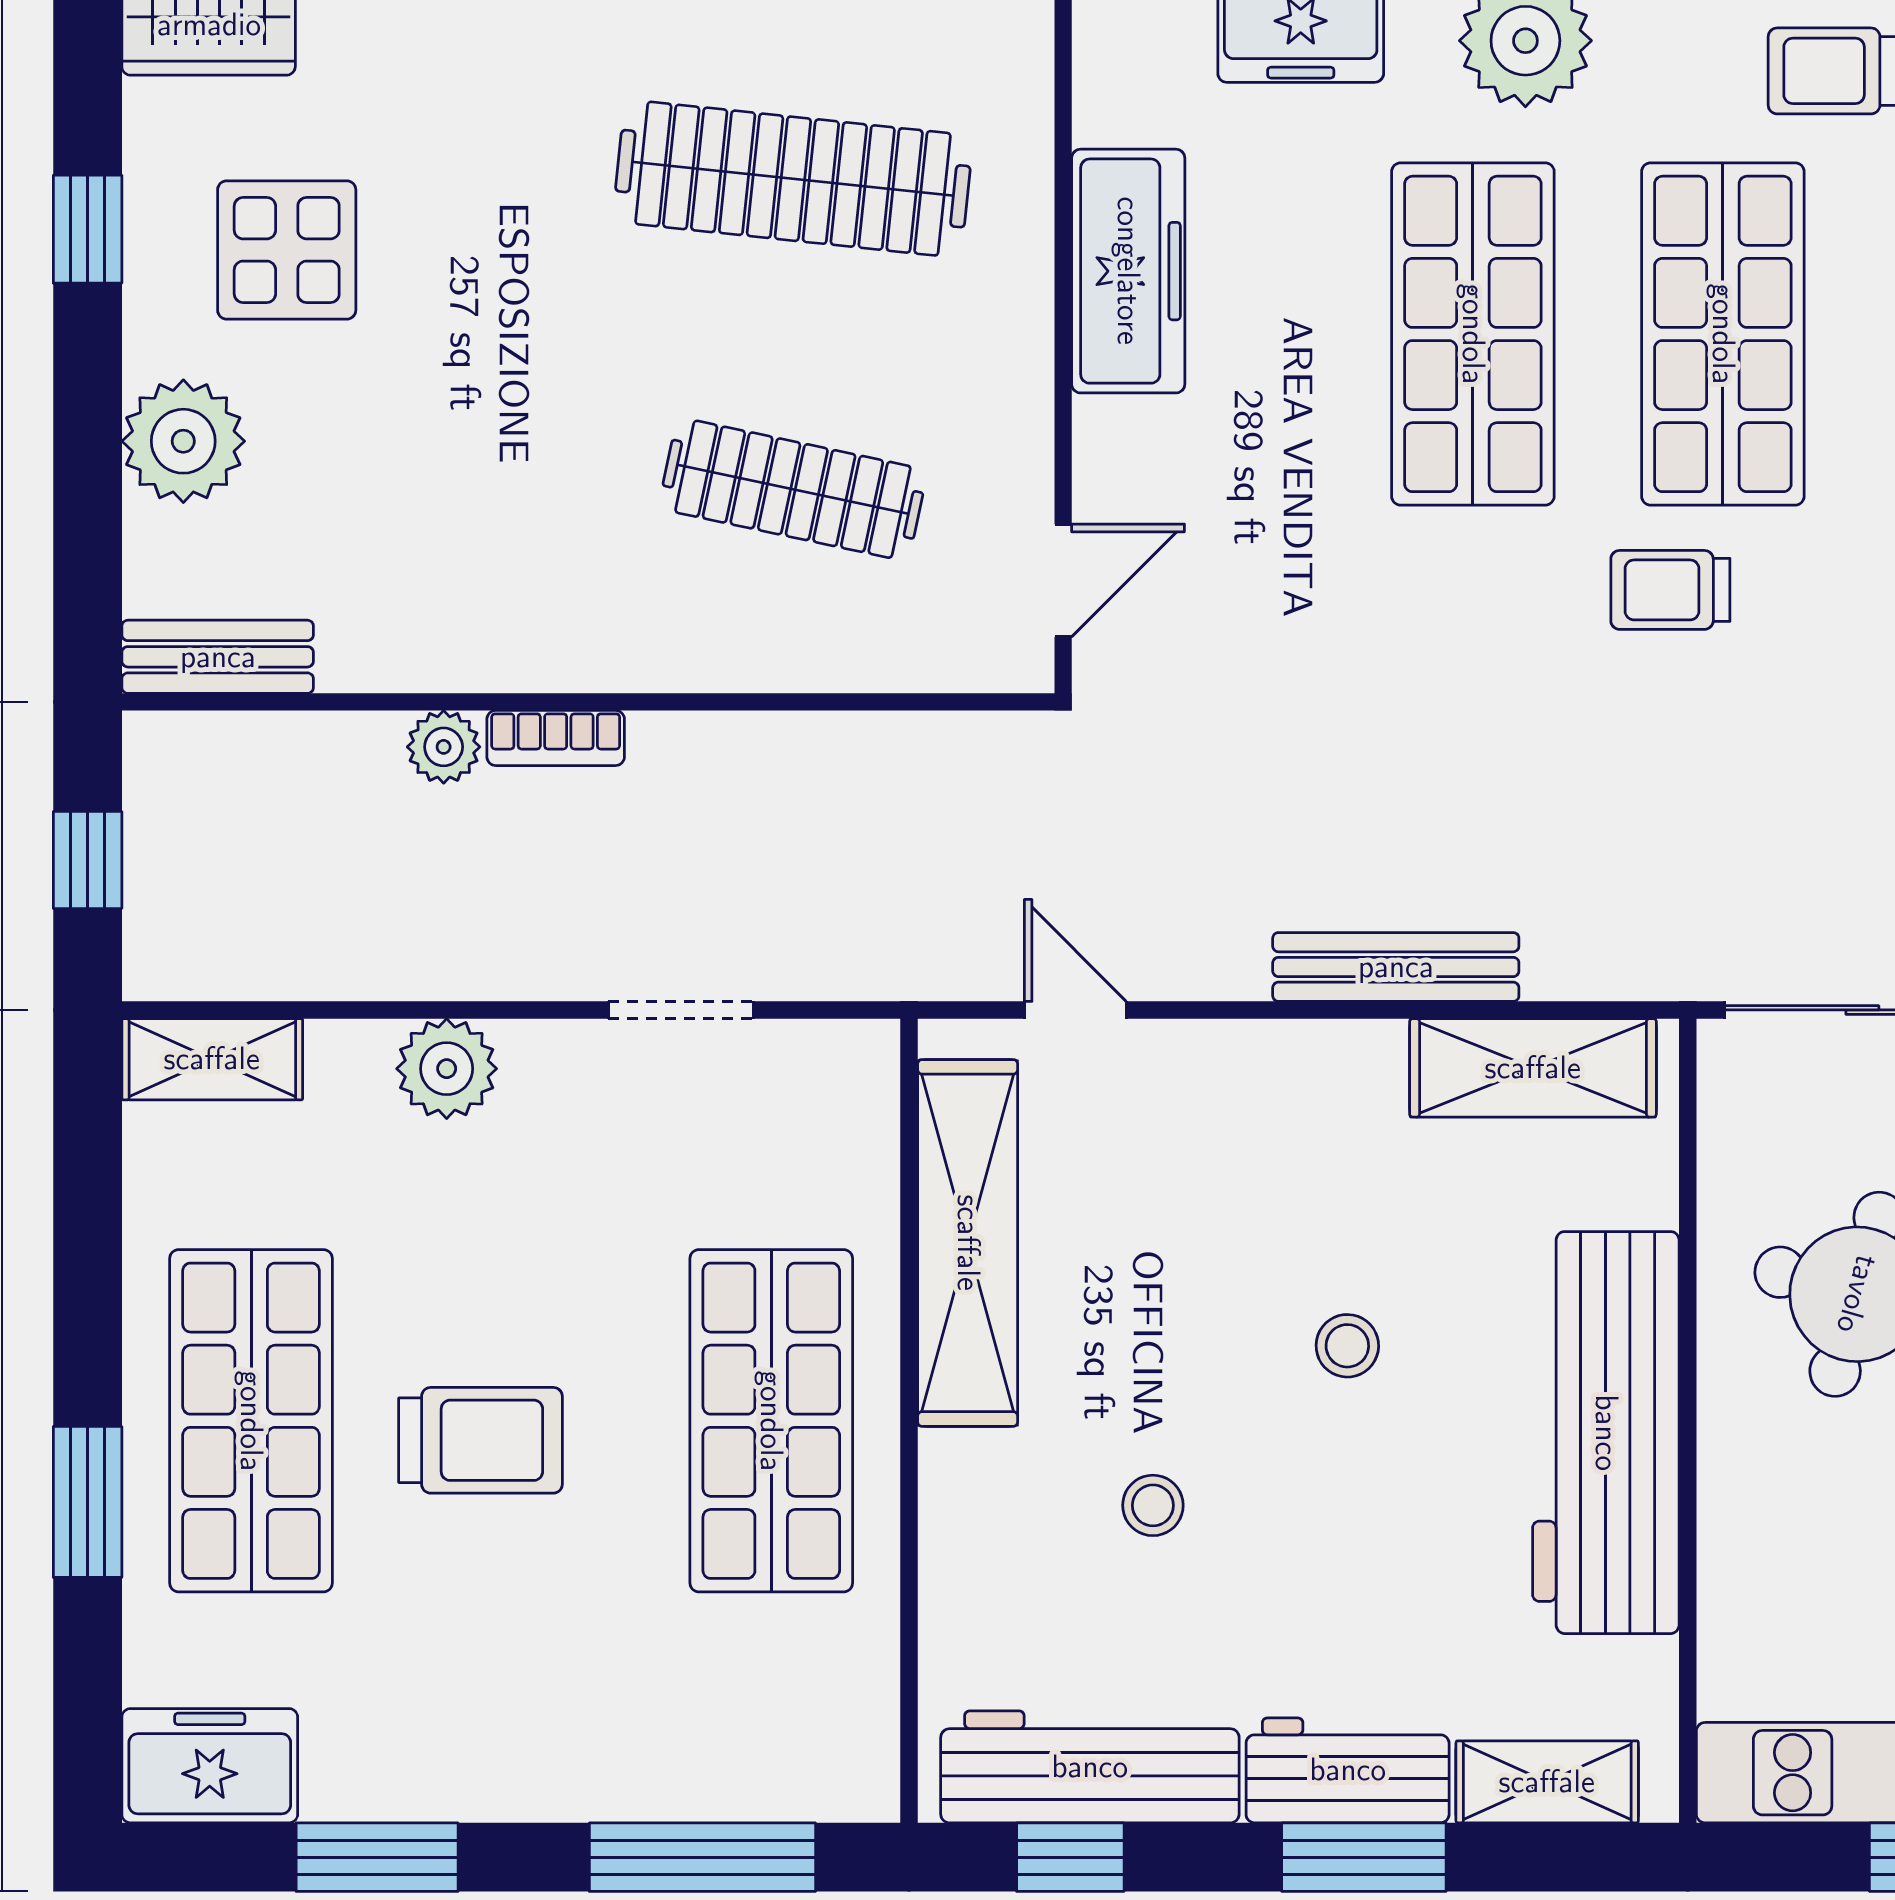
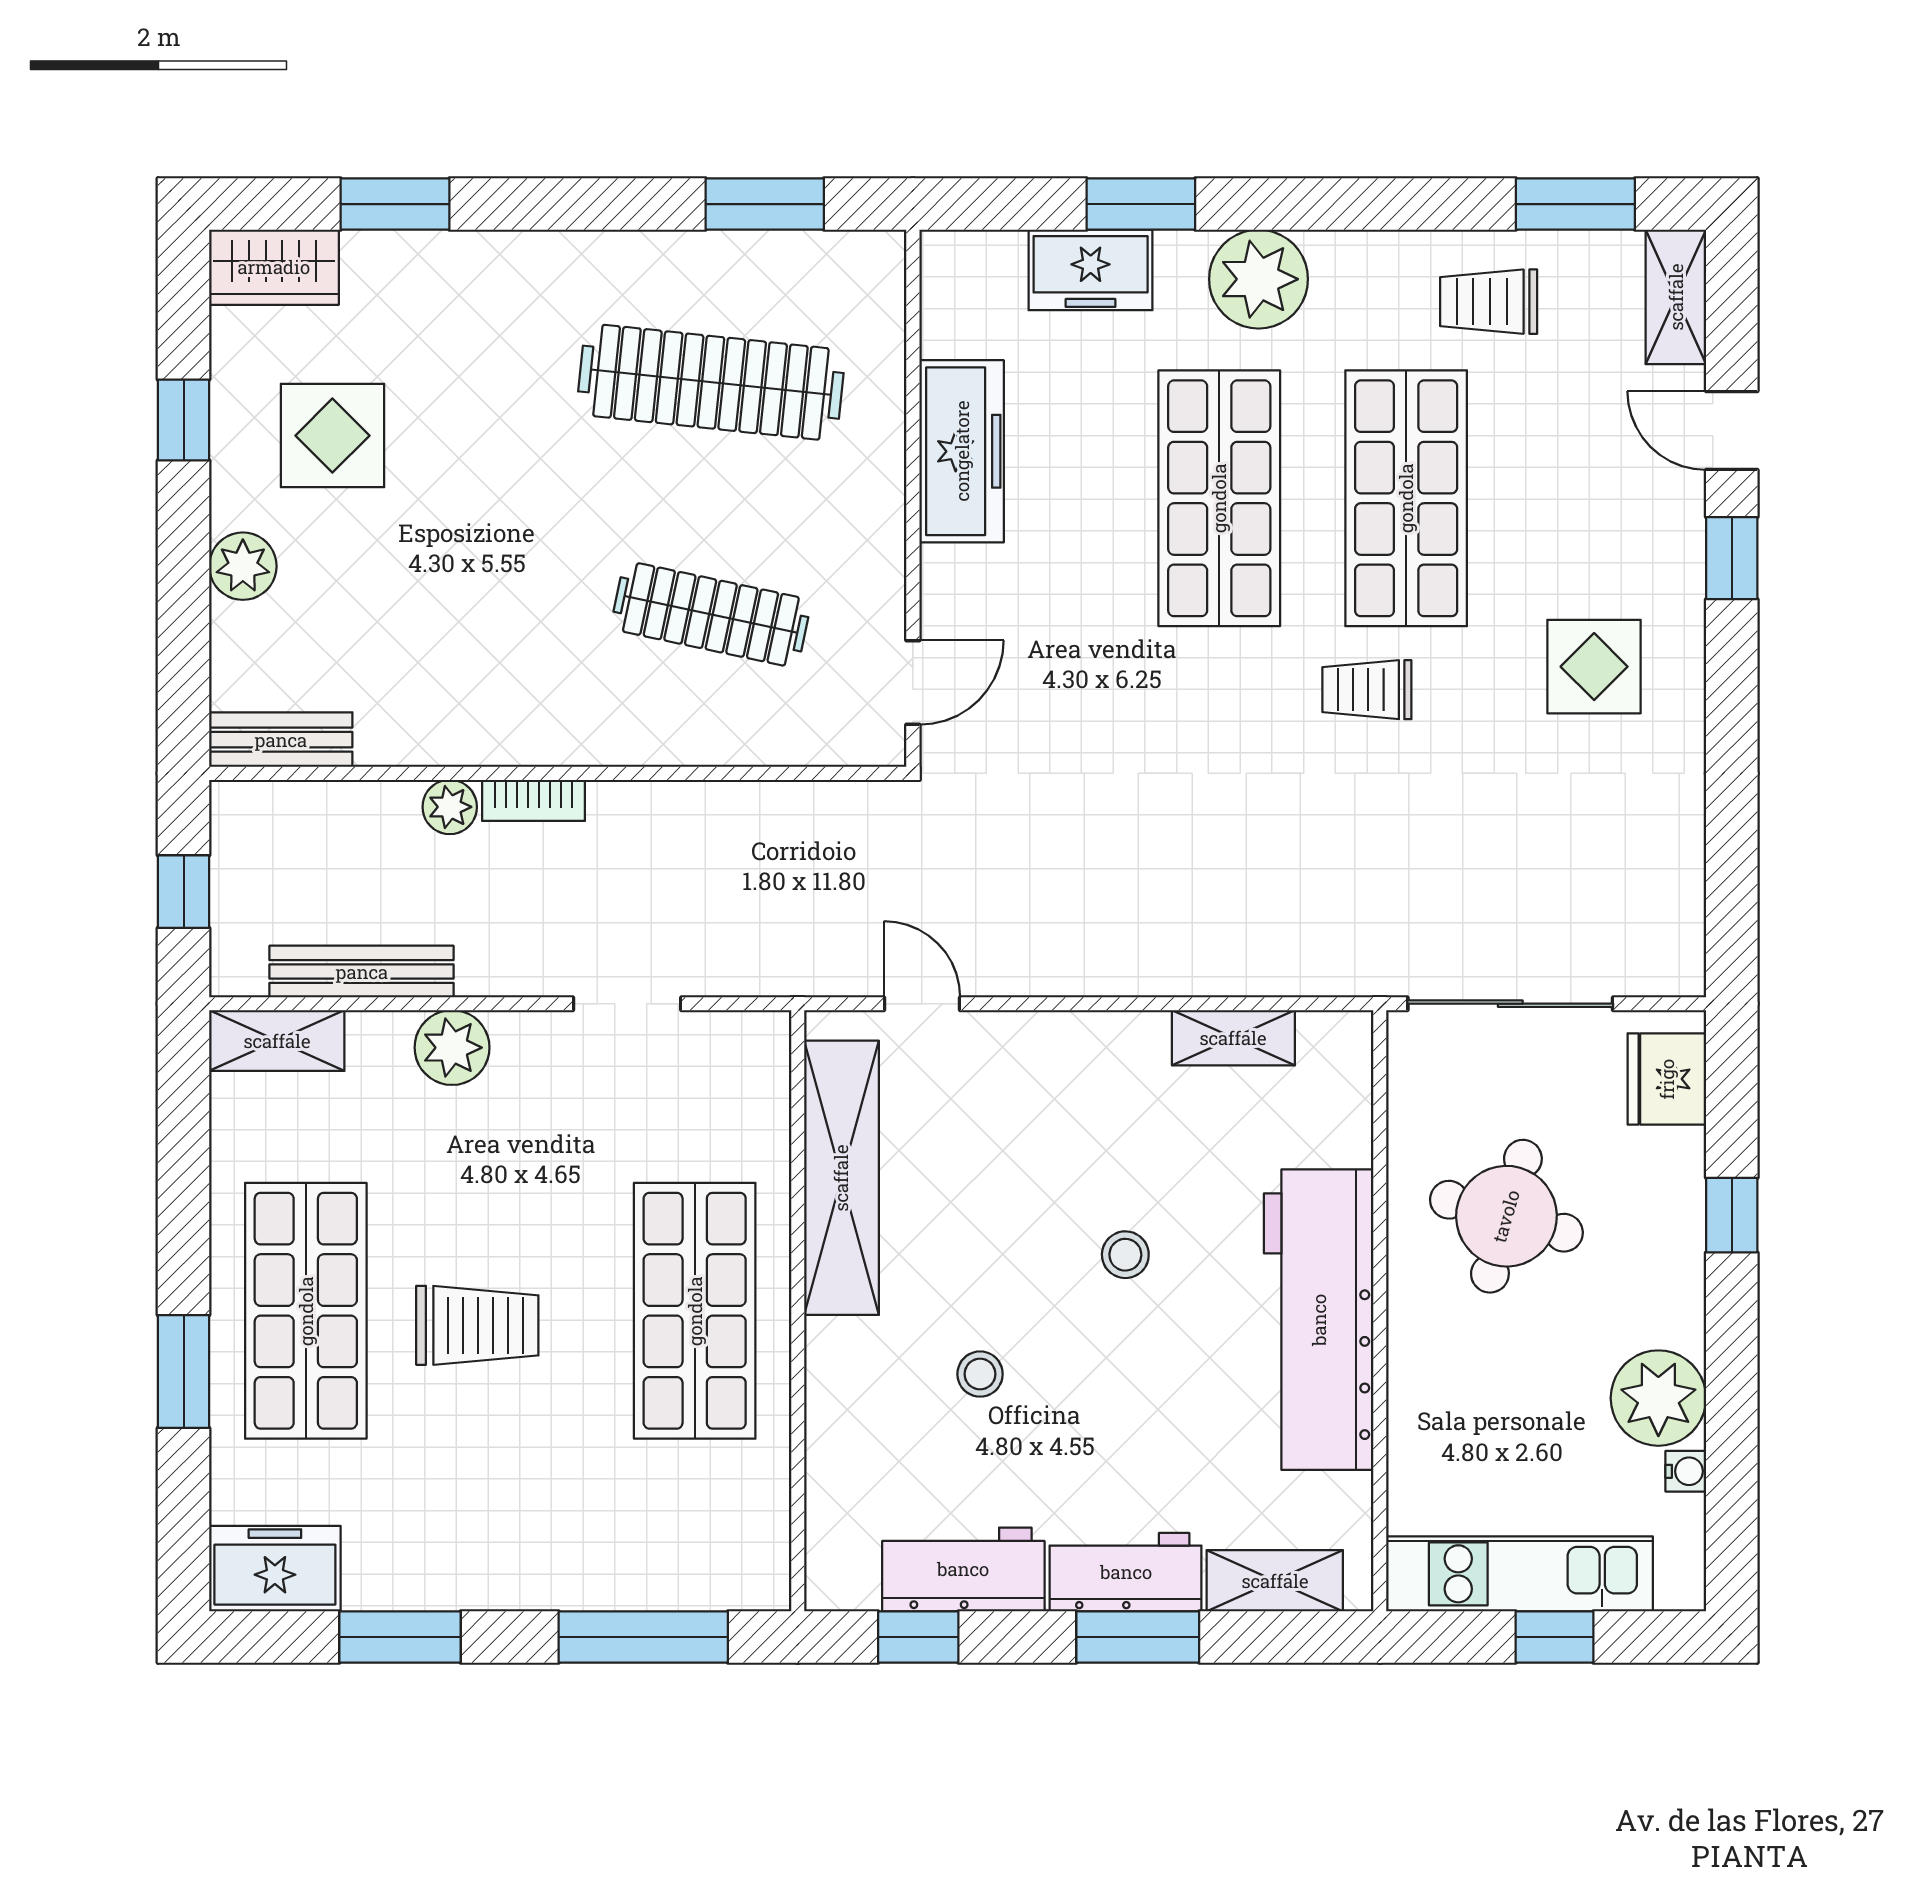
plant: (183, 441) -> (243, 566), width x0.73, depth x0.73
bench: (1396, 967) -> (362, 972), moved
shelving: (1533, 1068) -> (1233, 1038), width x0.67, depth x0.75
workbench: (1090, 1767) -> (963, 1569), width x0.73

